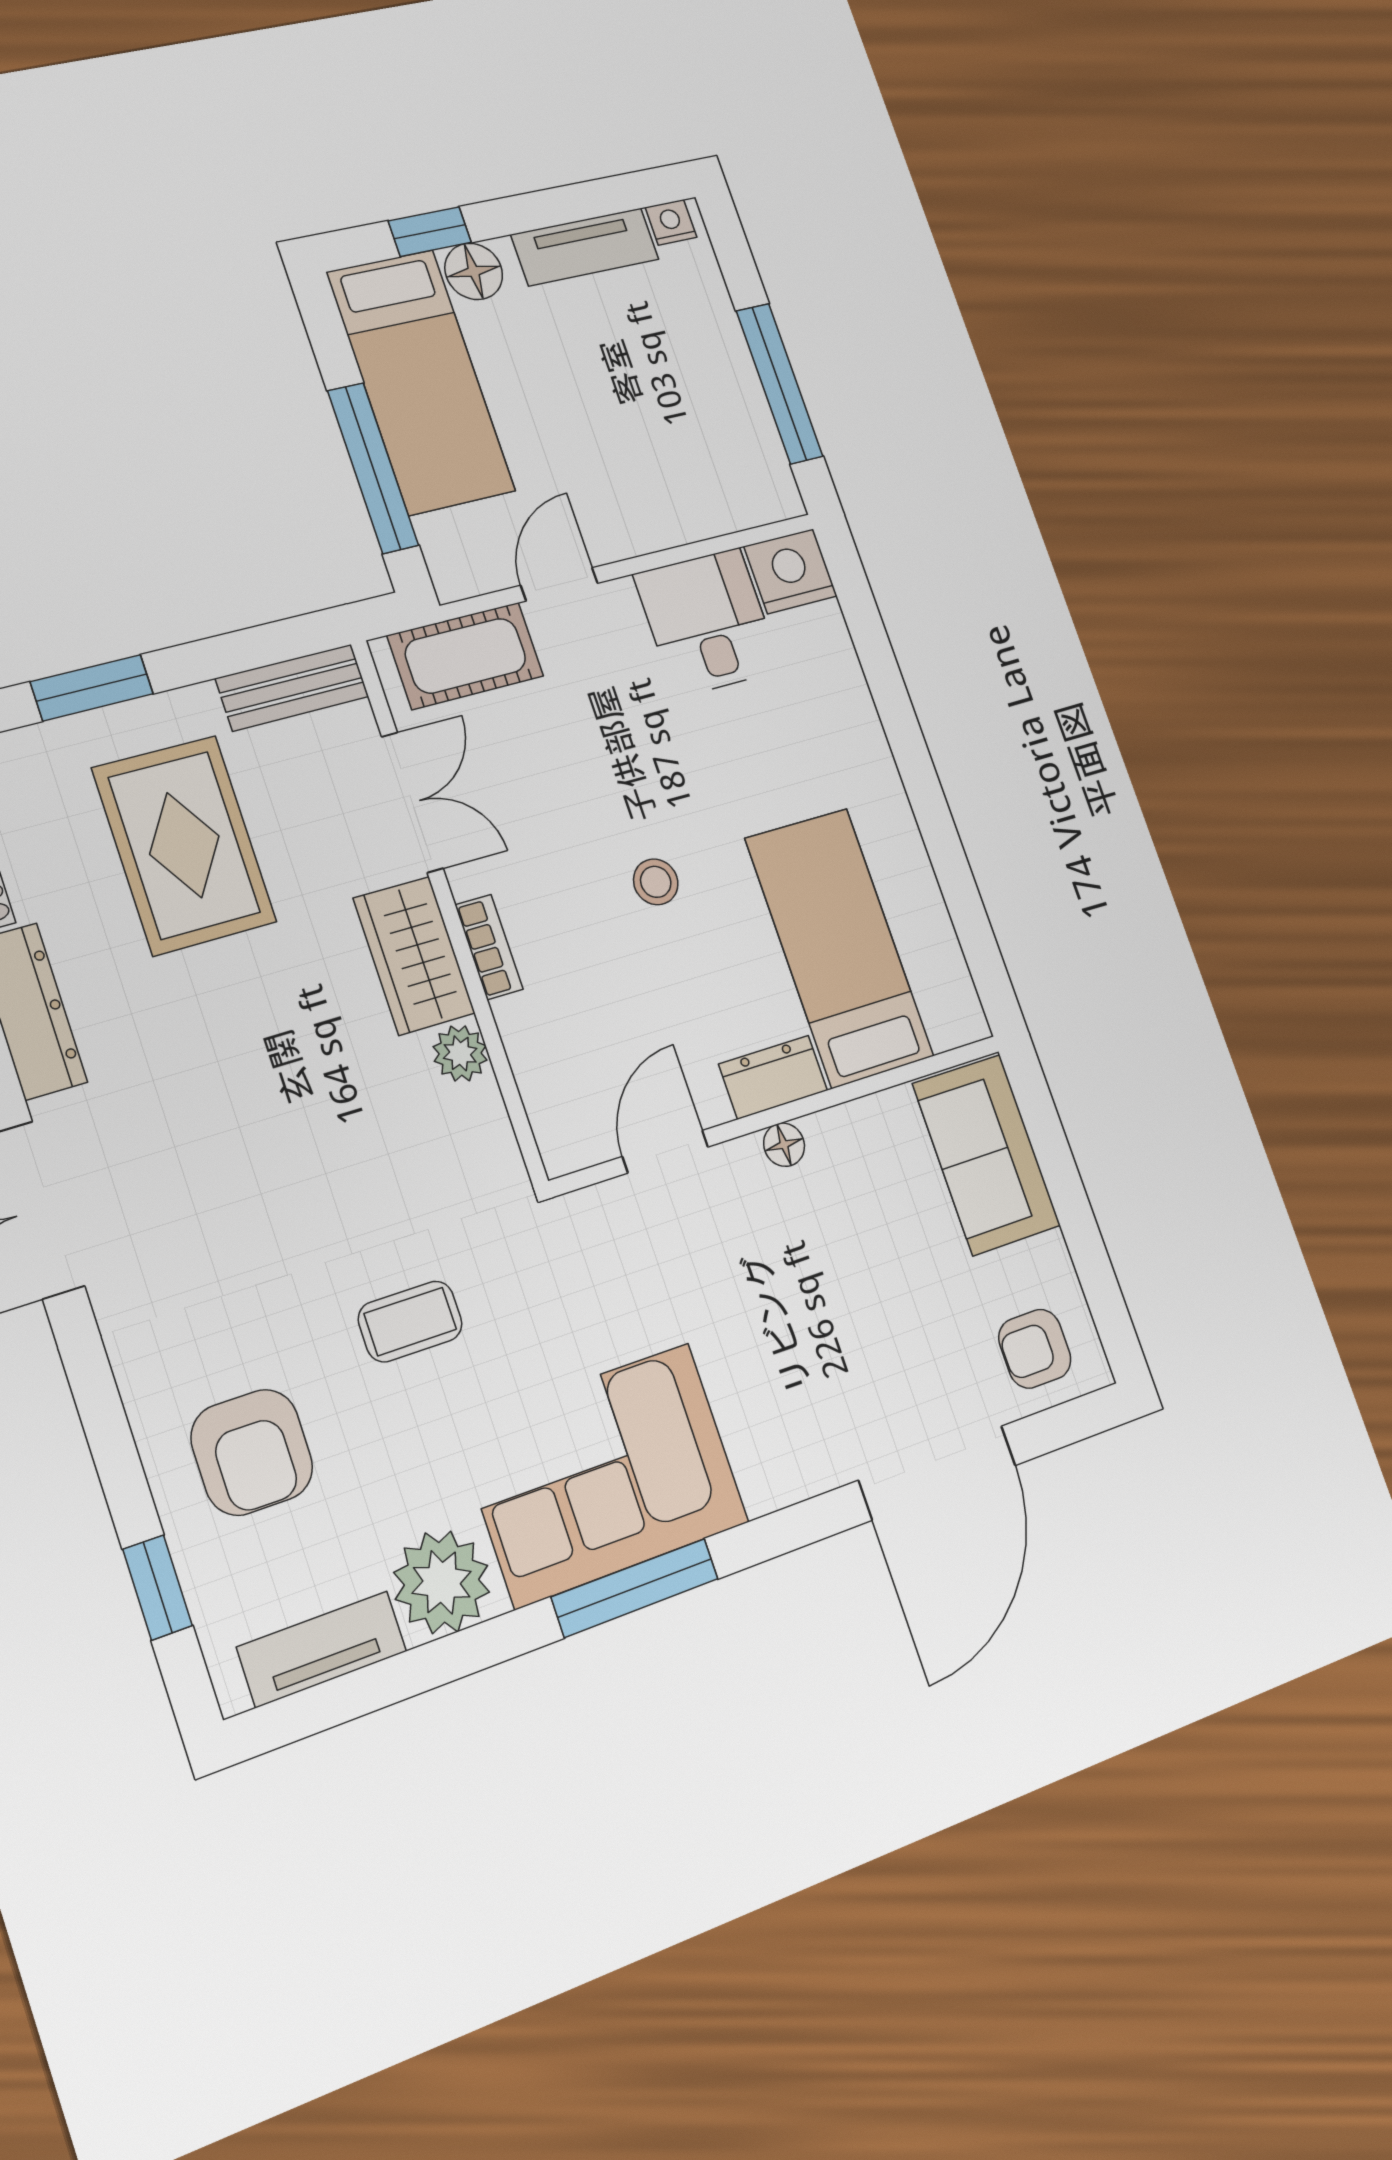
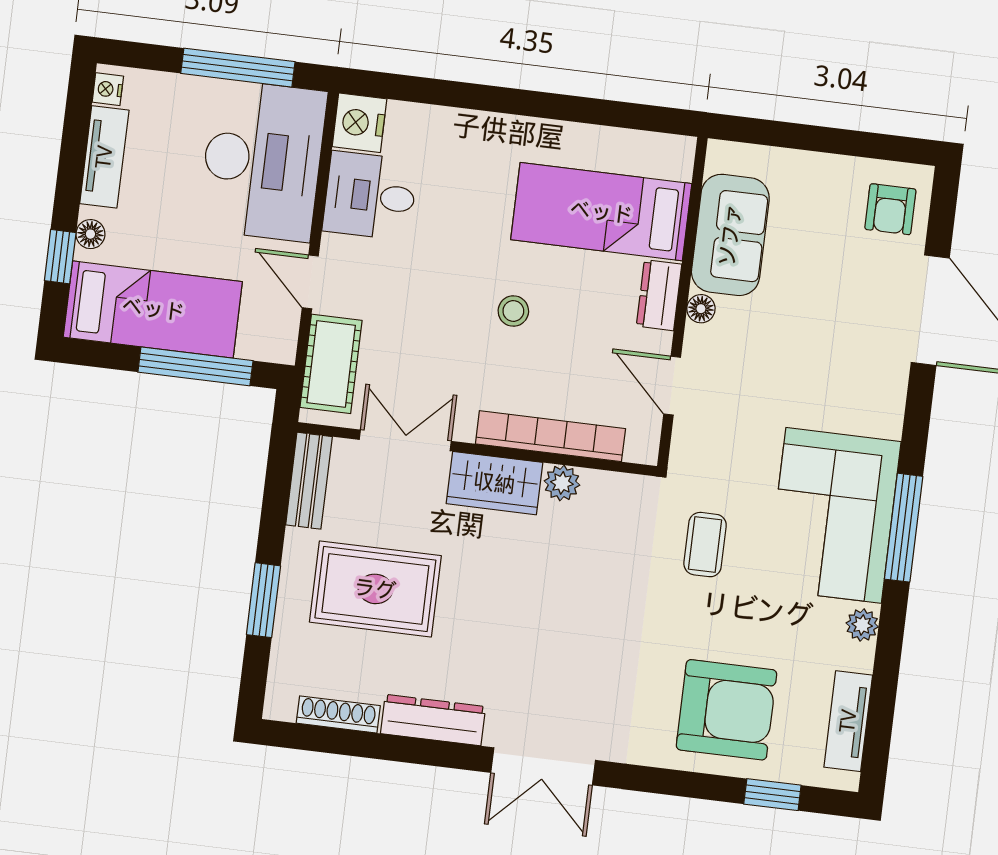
floor lamp: (474, 271) -> (90, 234), width x0.73, depth x0.73
desk: (682, 459) -> (262, 160), added
bookcase: (489, 947) -> (550, 436), width x2.31, depth x1.31
sofa: (987, 1155) -> (730, 235), moved, turned -90
coffee table: (410, 1321) -> (705, 545), moved
armchair: (252, 1452) -> (726, 710), width x1.36, depth x1.36
plant: (442, 1582) -> (862, 625), width x0.53, depth x0.53

